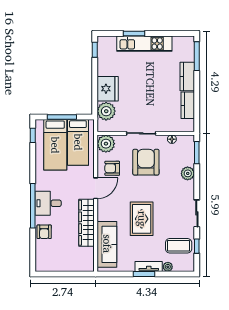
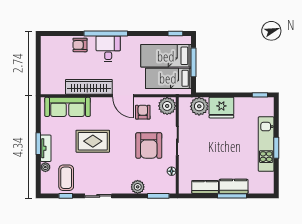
window: (134, 33) -> (276, 148), moved
window: (197, 56) -> (232, 196), moved
armchair: (146, 162) -> (149, 145), turned 90

